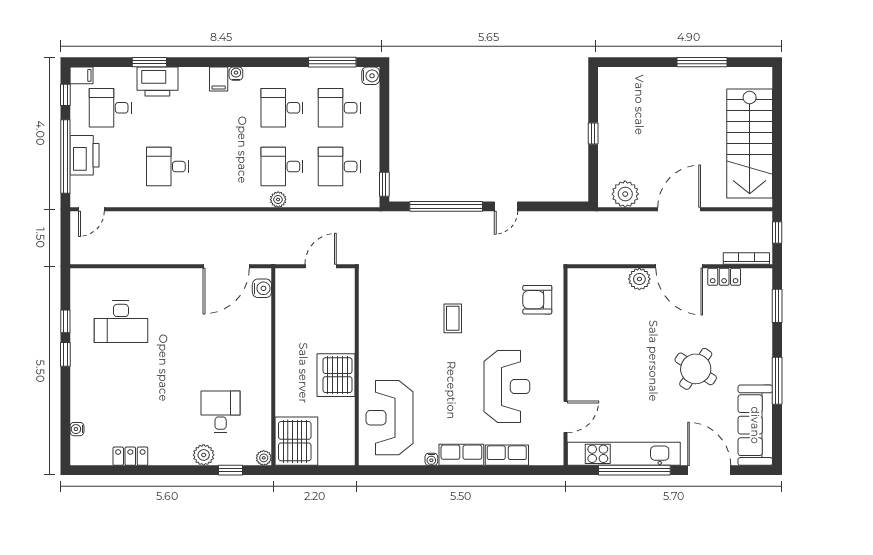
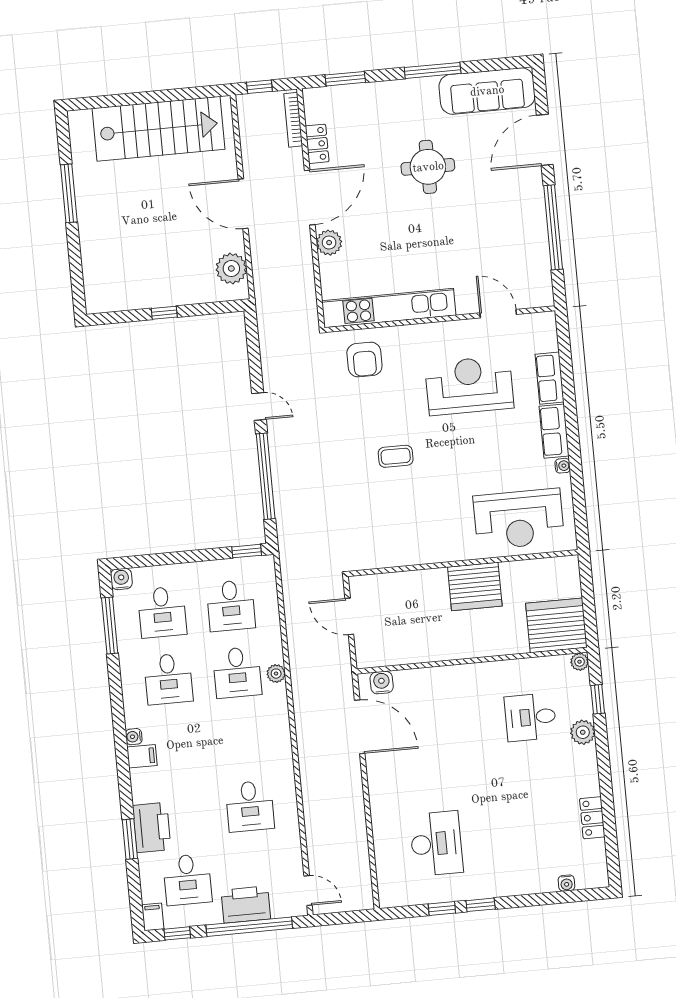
round table: (696, 369) -> (428, 167), turned -34
kitchen unit: (624, 454) -> (389, 308), moved, turned 90

